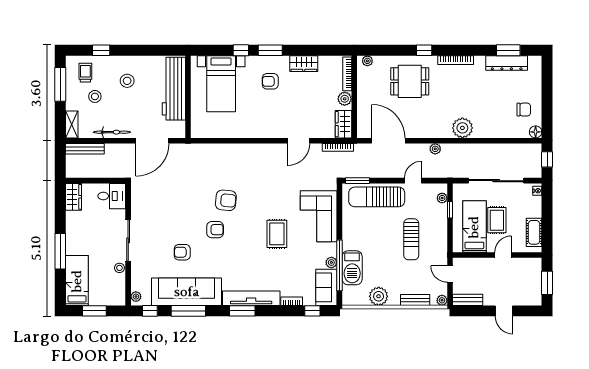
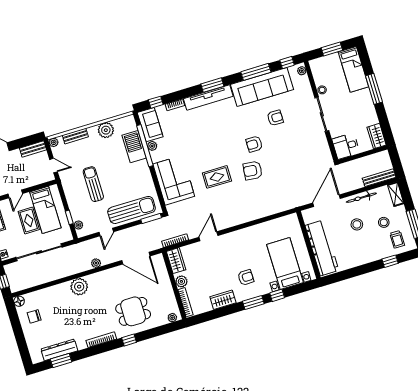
stool: (127, 81) -> (357, 224), moved
rug: (277, 234) -> (217, 177), moved, turned 90

